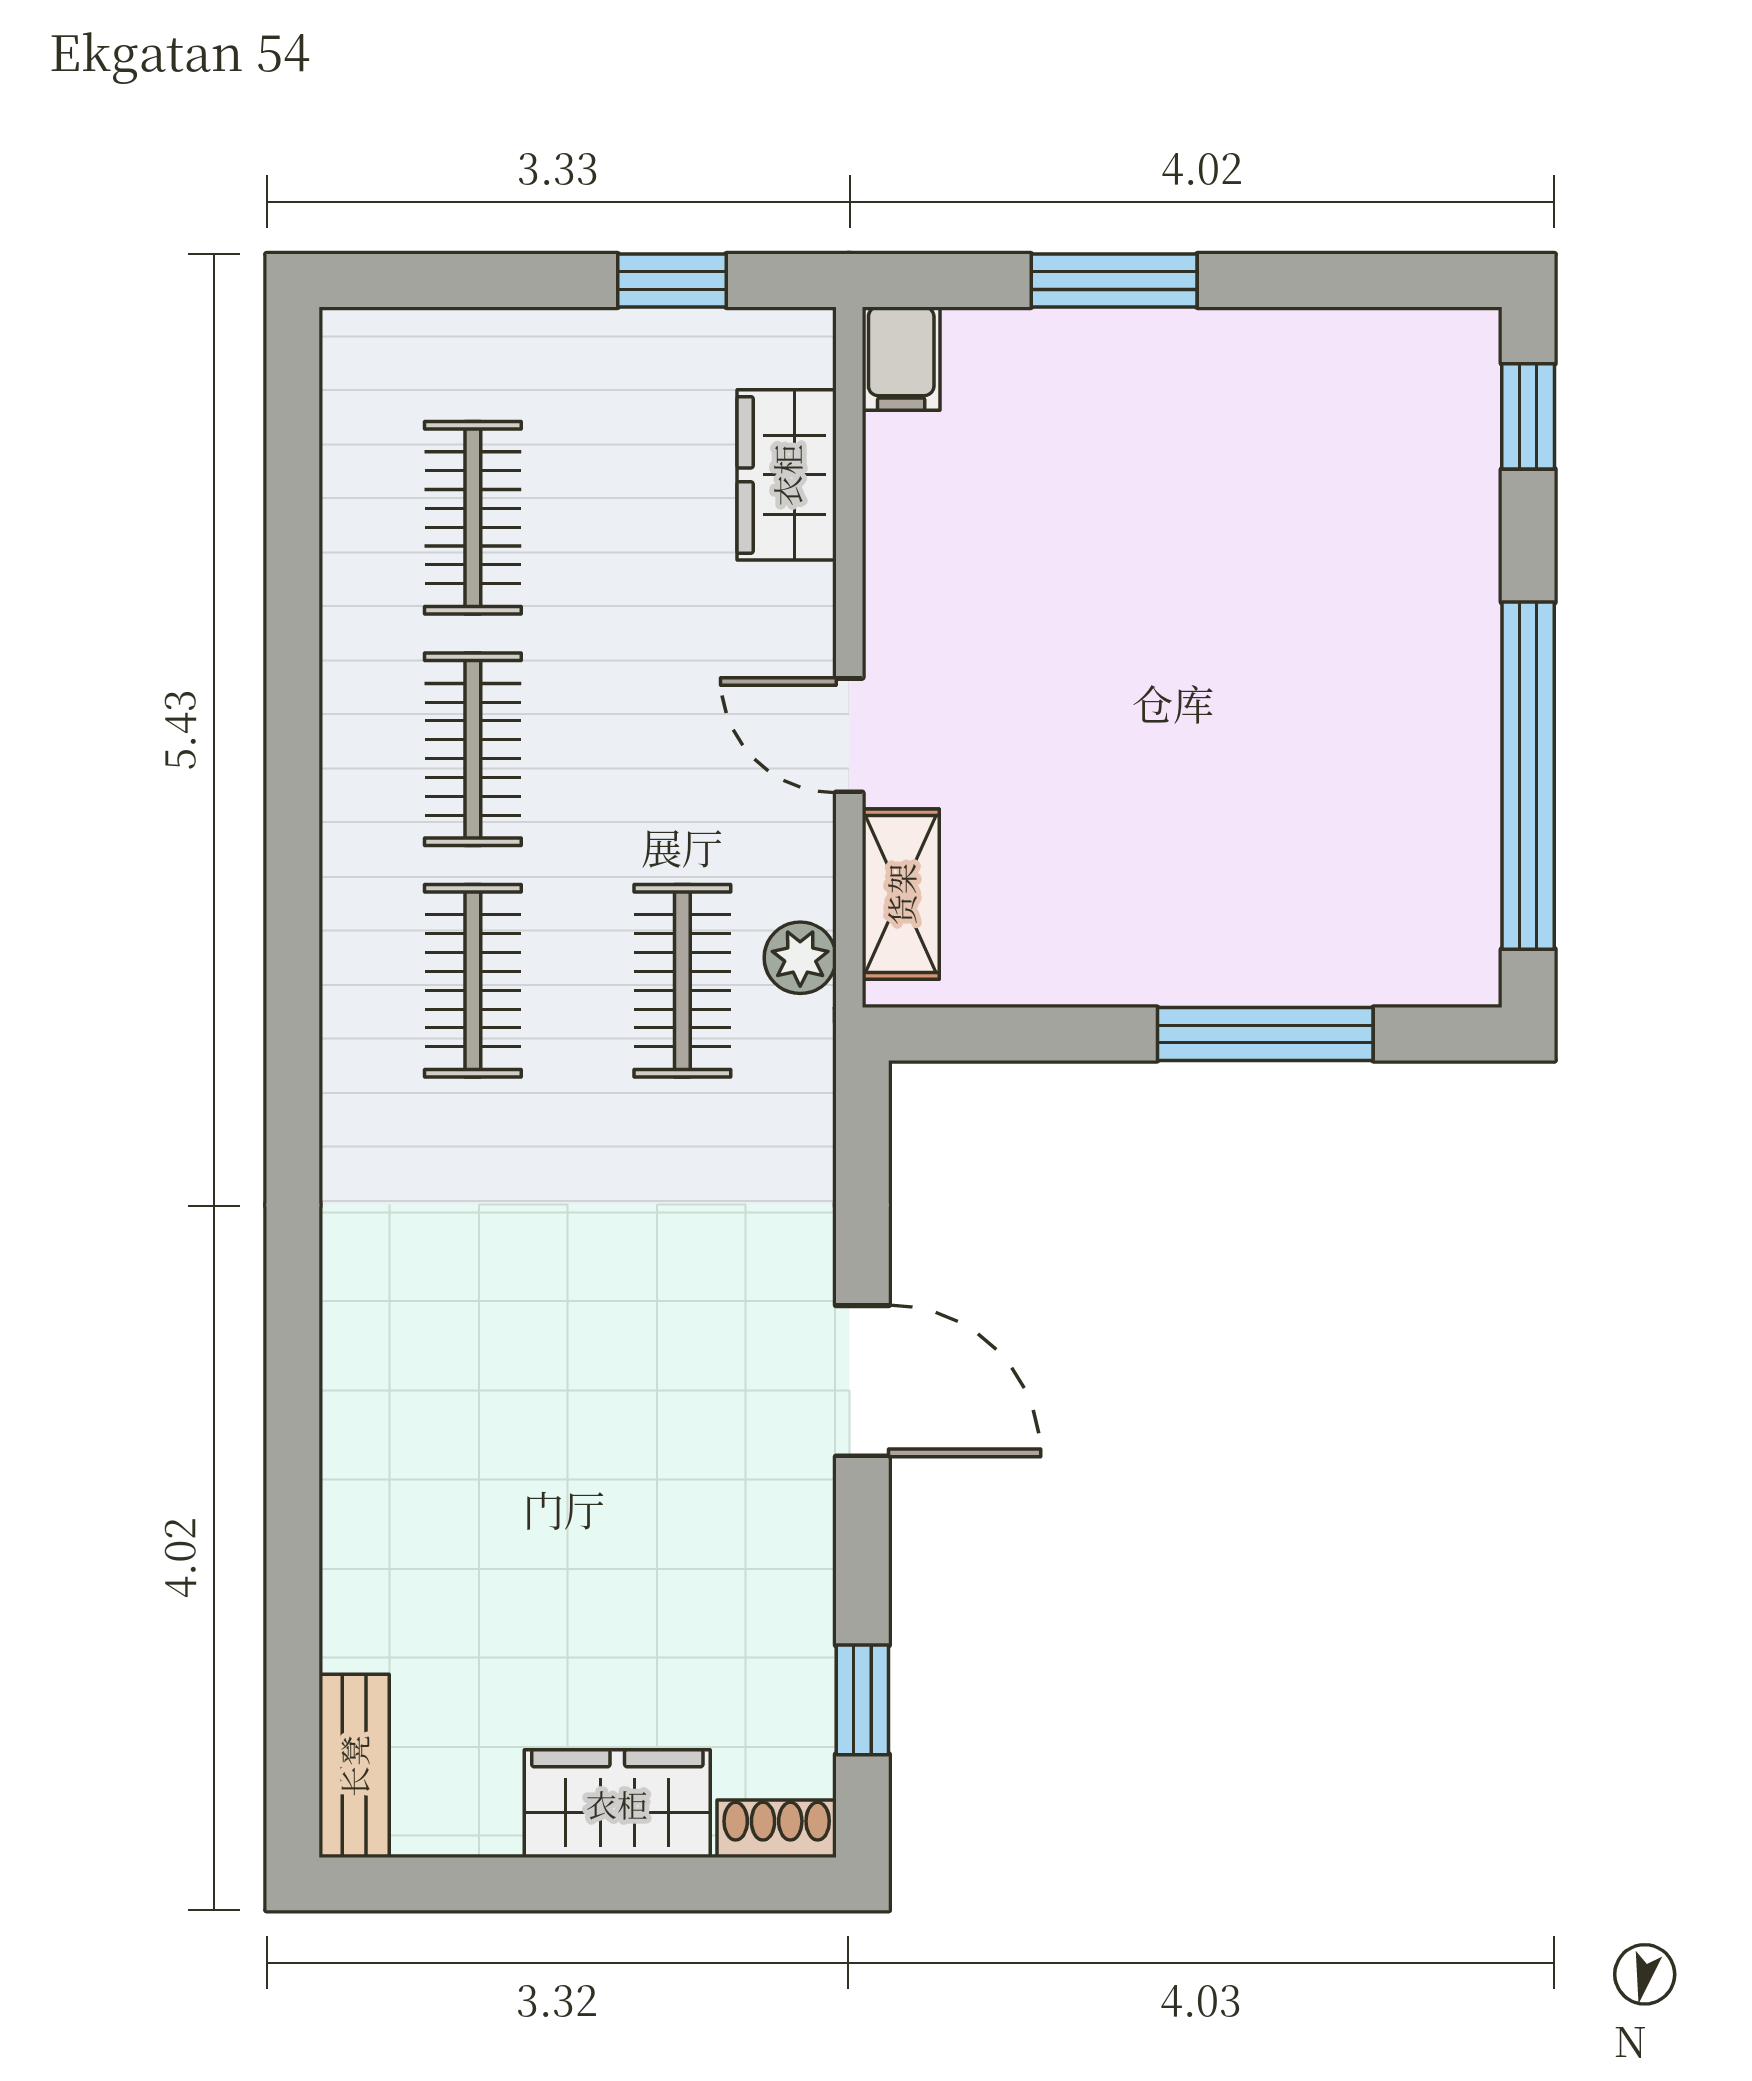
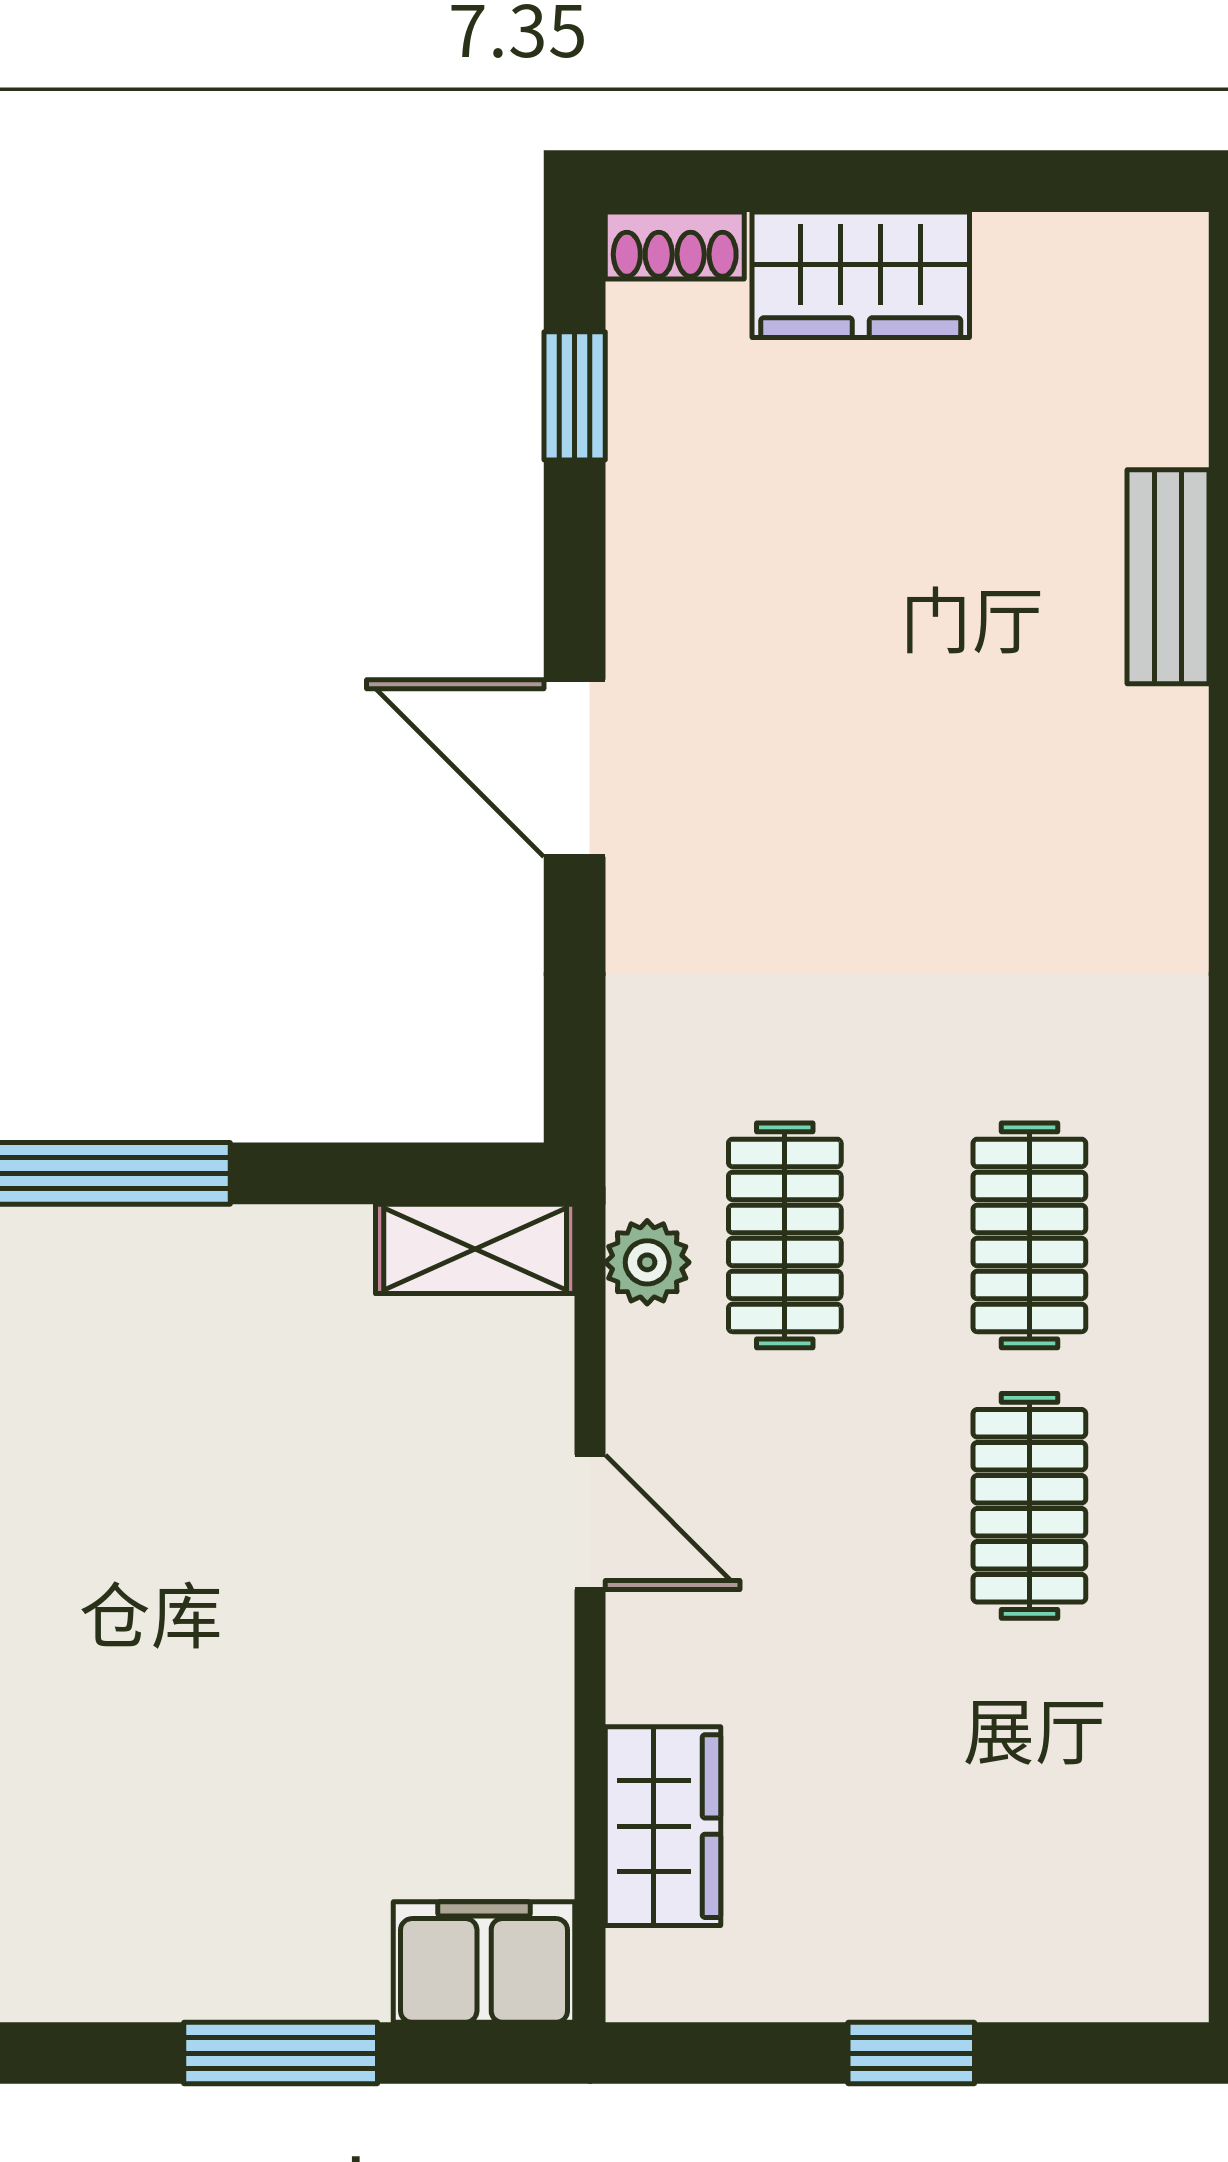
window: (672, 281) -> (911, 2053), moved
filing cabinet: (901, 359) -> (484, 1962), width x2.00
clothes rail: (473, 518) -> (1029, 1776), removed
shelving: (901, 894) -> (475, 1249), moved, turned 90
bench: (354, 1766) -> (1168, 577), moved

